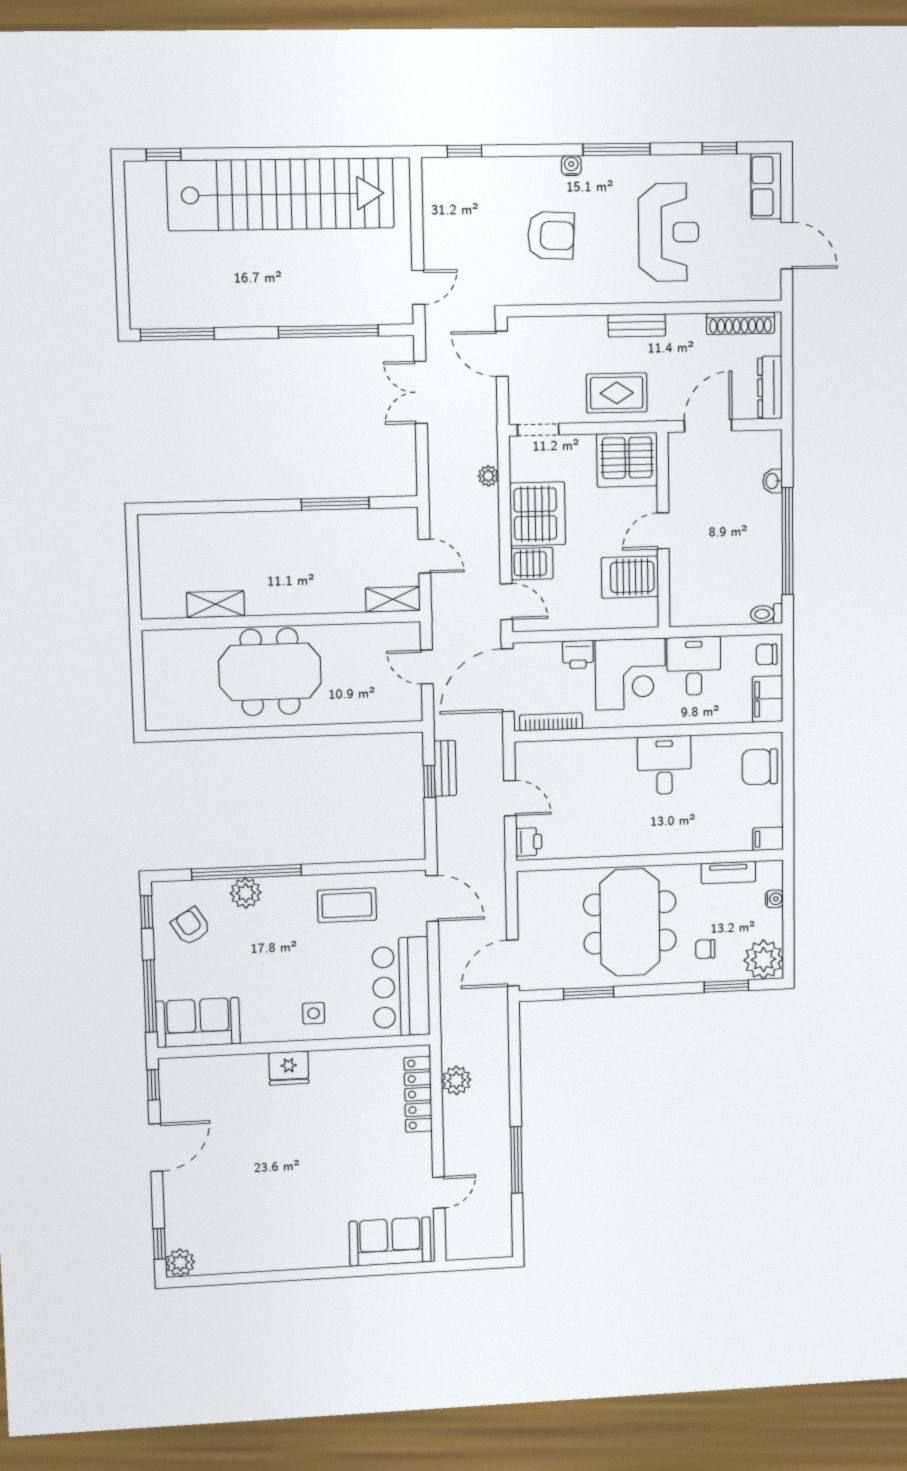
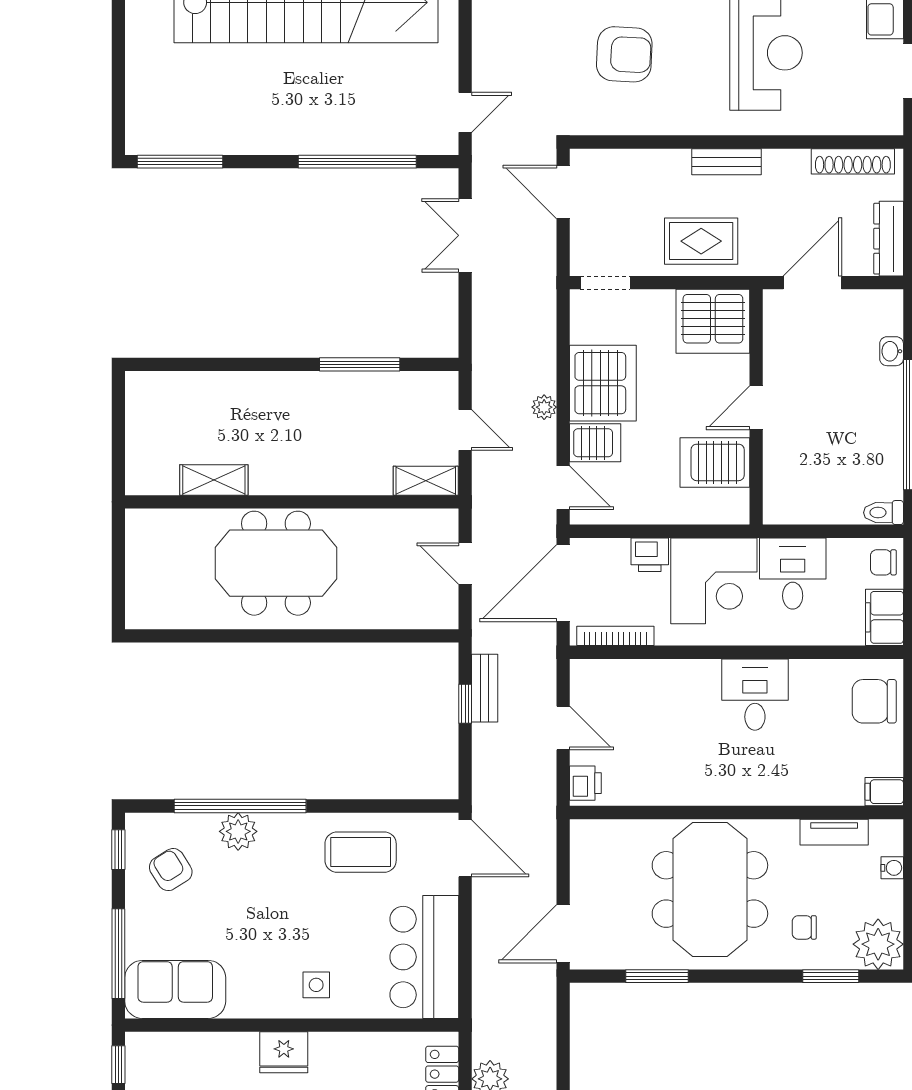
plant: (488, 476) -> (544, 407), moved

